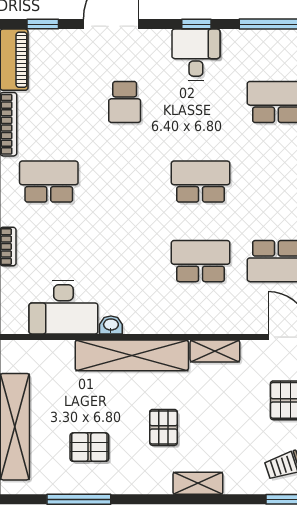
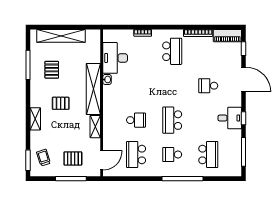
school desk: (201, 182) -> (172, 120), turned 180
school desk: (276, 182) -> (172, 154), added
school desk: (201, 261) -> (136, 120), width x0.54

